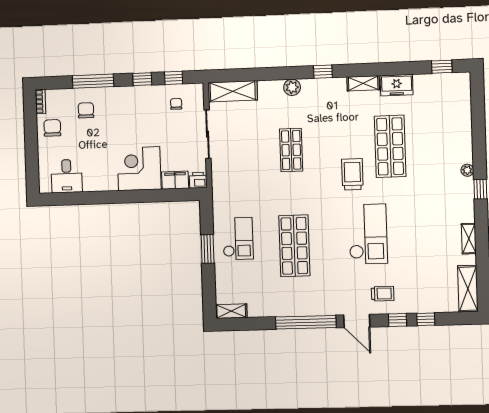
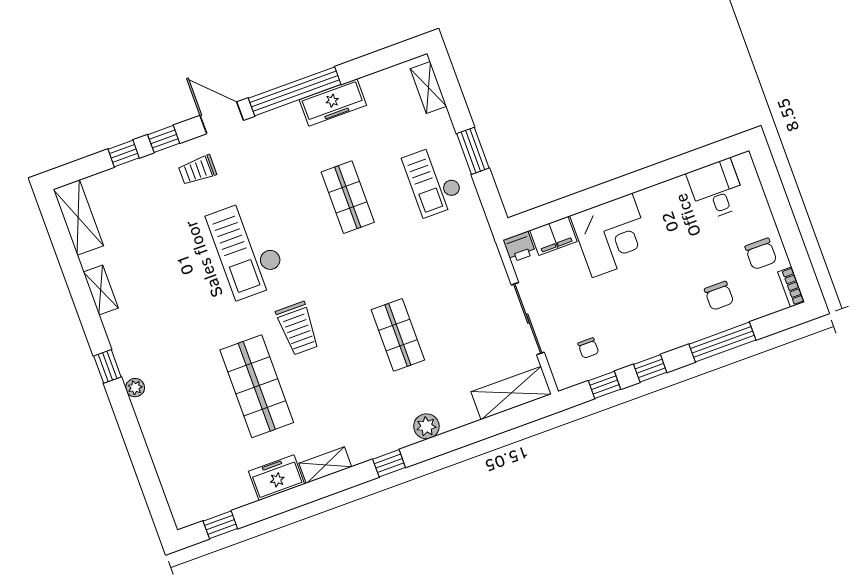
shop shelf: (294, 246) -> (348, 197), width x0.70, depth x0.74
freezer: (284, 307) -> (333, 103), added
shelving: (231, 311) -> (428, 88), moved, turned 90

